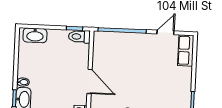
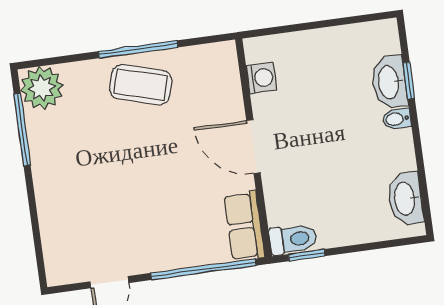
washbasin: (35, 35) -> (405, 199), moved, turned -90
row of seats: (186, 50) -> (244, 226), moved, turned 180

